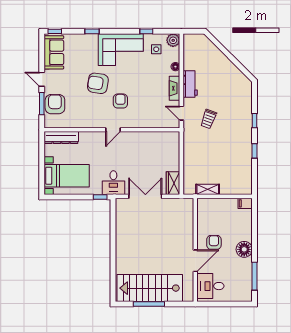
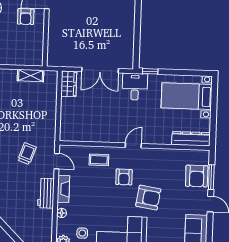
coffee table: (144, 116) -> (99, 160), added

